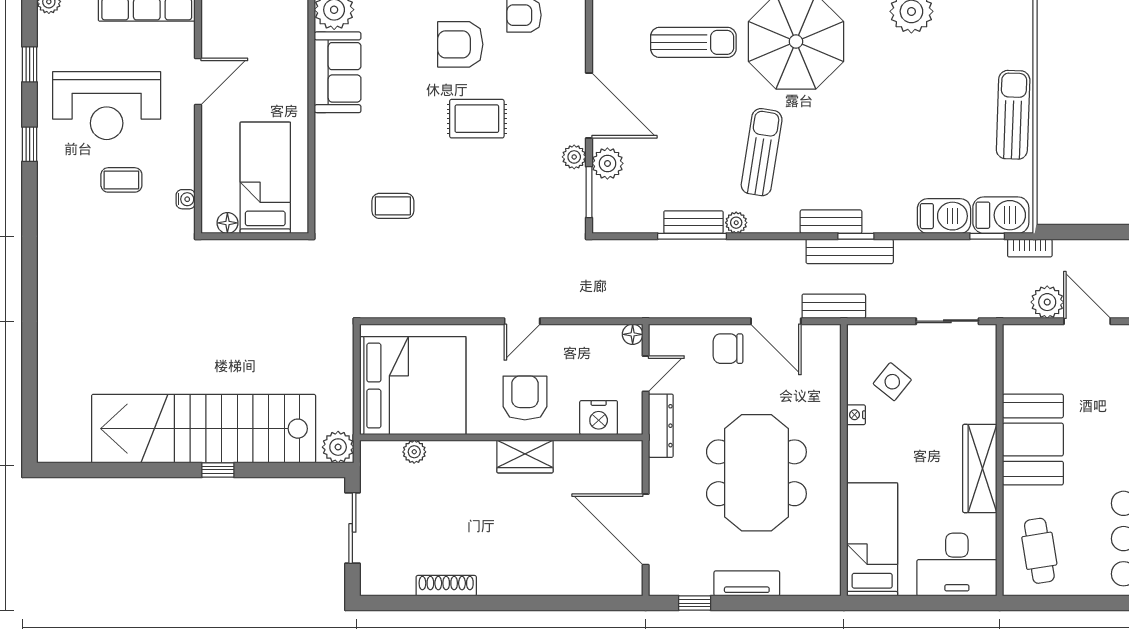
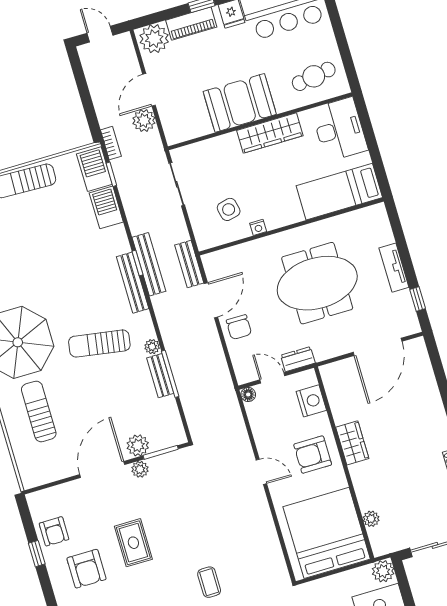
bench: (831, 222) -> (133, 283), width x1.36
side table: (892, 382) -> (229, 209), turned 38
dresser: (661, 426) -> (298, 359), width x0.70

